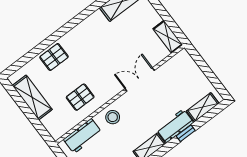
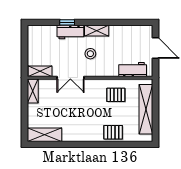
shelving: (32, 98) -> (146, 109), width x1.47
shelving: (203, 107) -> (40, 71), moved
stool: (113, 117) -> (90, 54), moved

